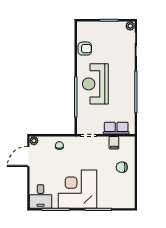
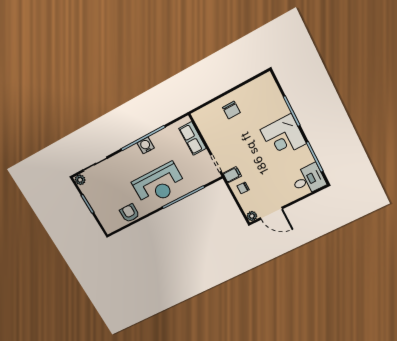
water cooler: (129, 91) -> (146, 145), added
filing cabinet: (114, 143) -> (232, 175), moved
corner desk: (78, 189) -> (283, 137), width x0.74, depth x0.74

